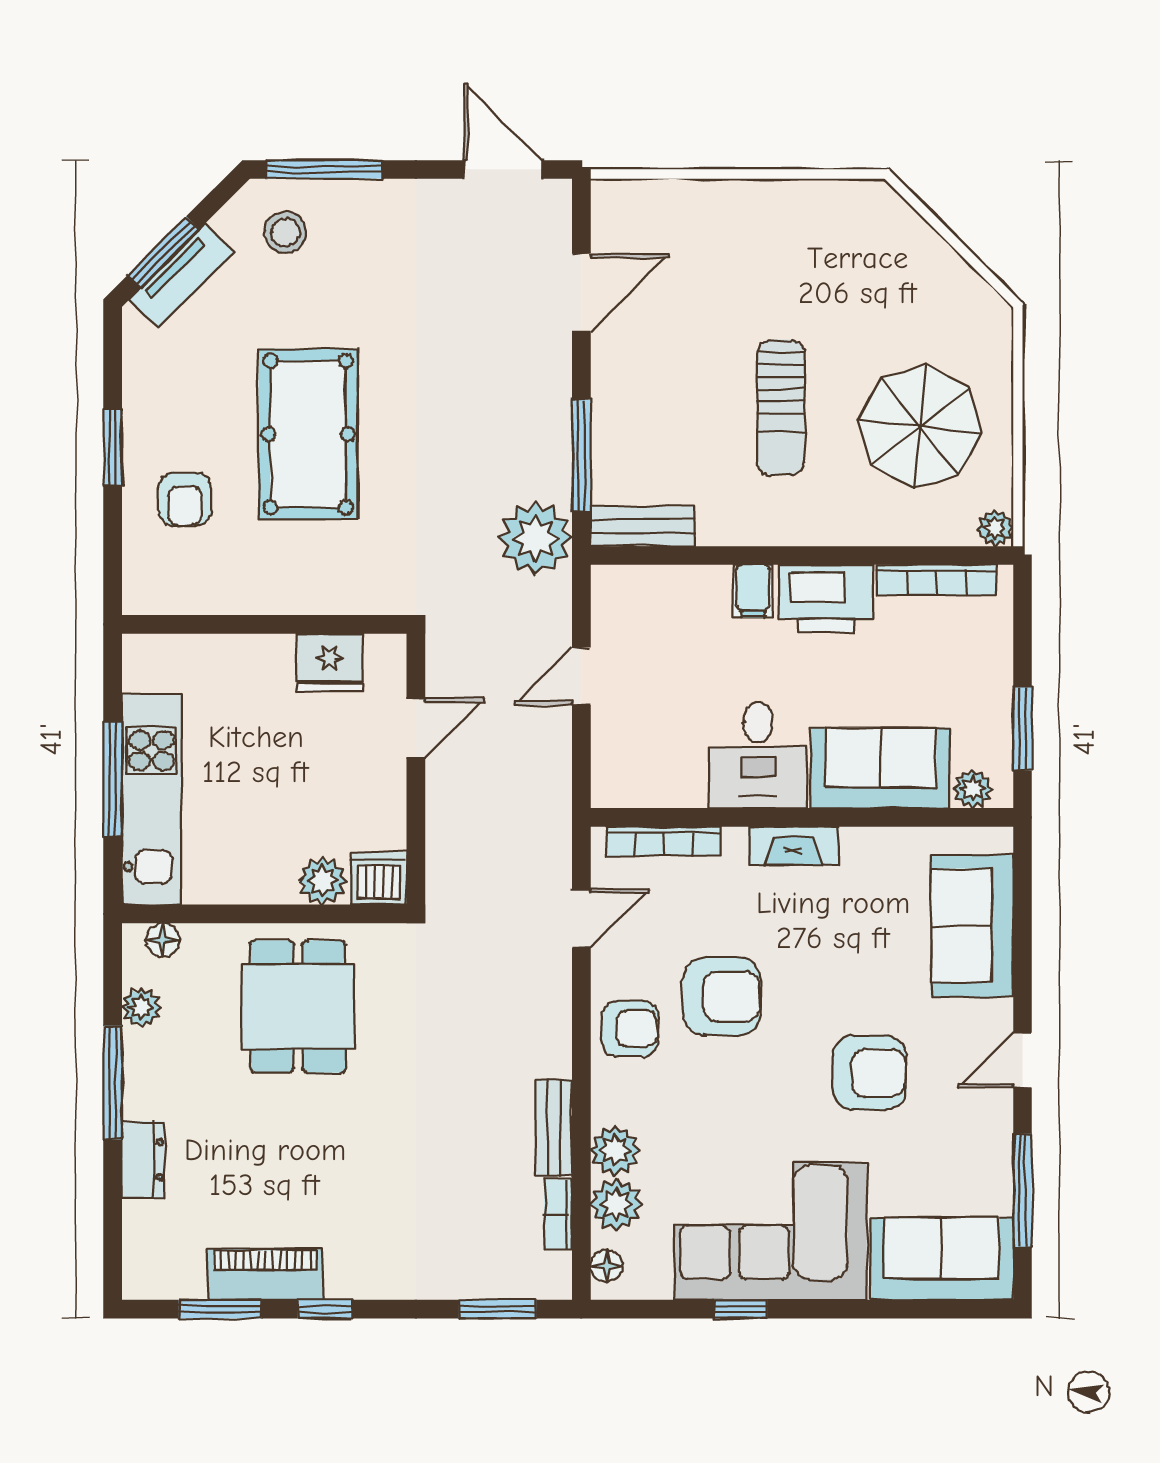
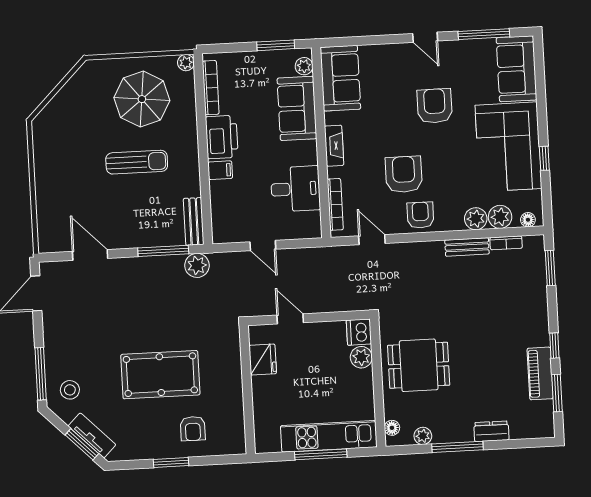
armchair: (185, 499) -> (193, 429), turned 90
plant: (536, 538) -> (197, 265), width x0.73, depth x0.73
desk: (758, 755) -> (295, 189), moved
sofa: (972, 926) -> (340, 78), moved, turned -90

